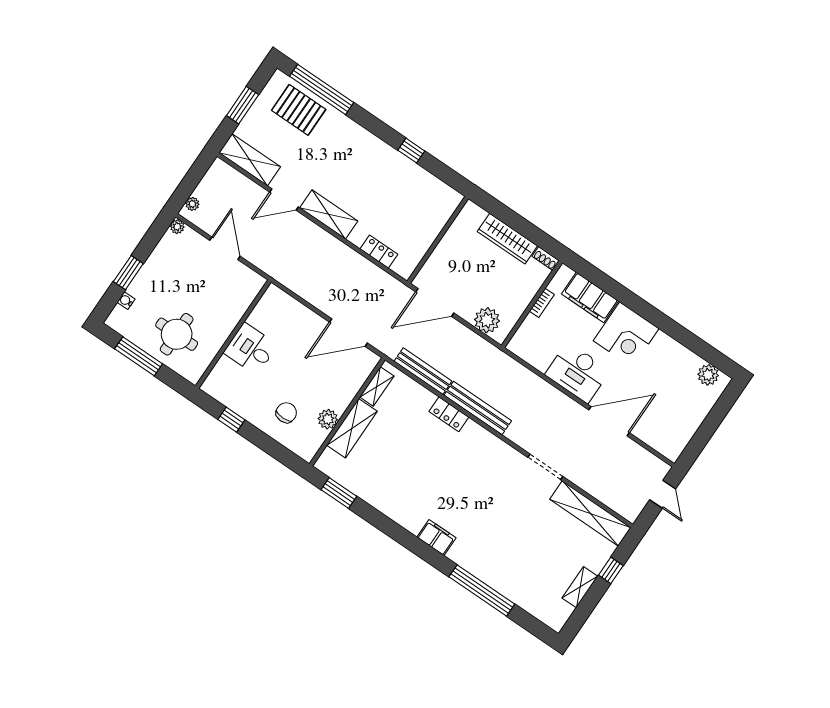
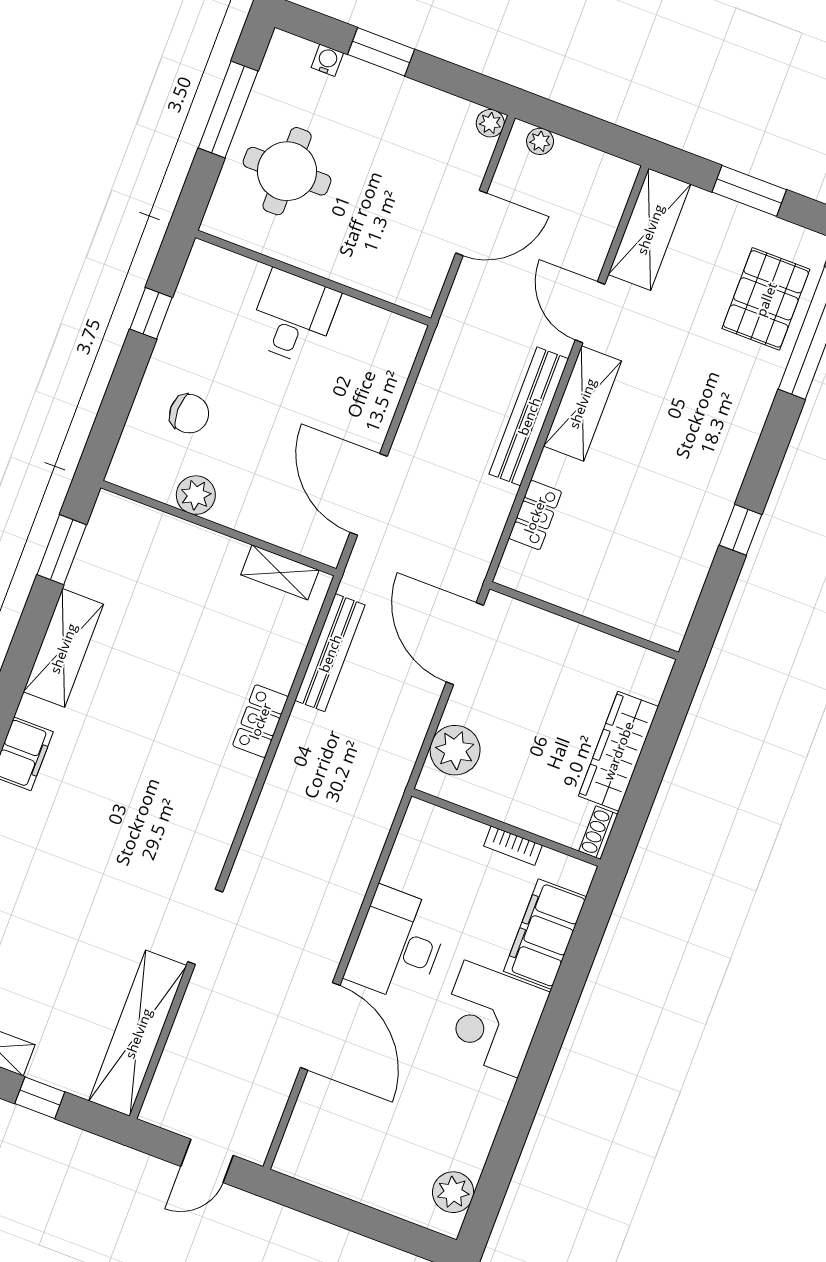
bench: (478, 408) -> (529, 416), moved
shelving: (352, 428) -> (63, 648), moved, turned 90

